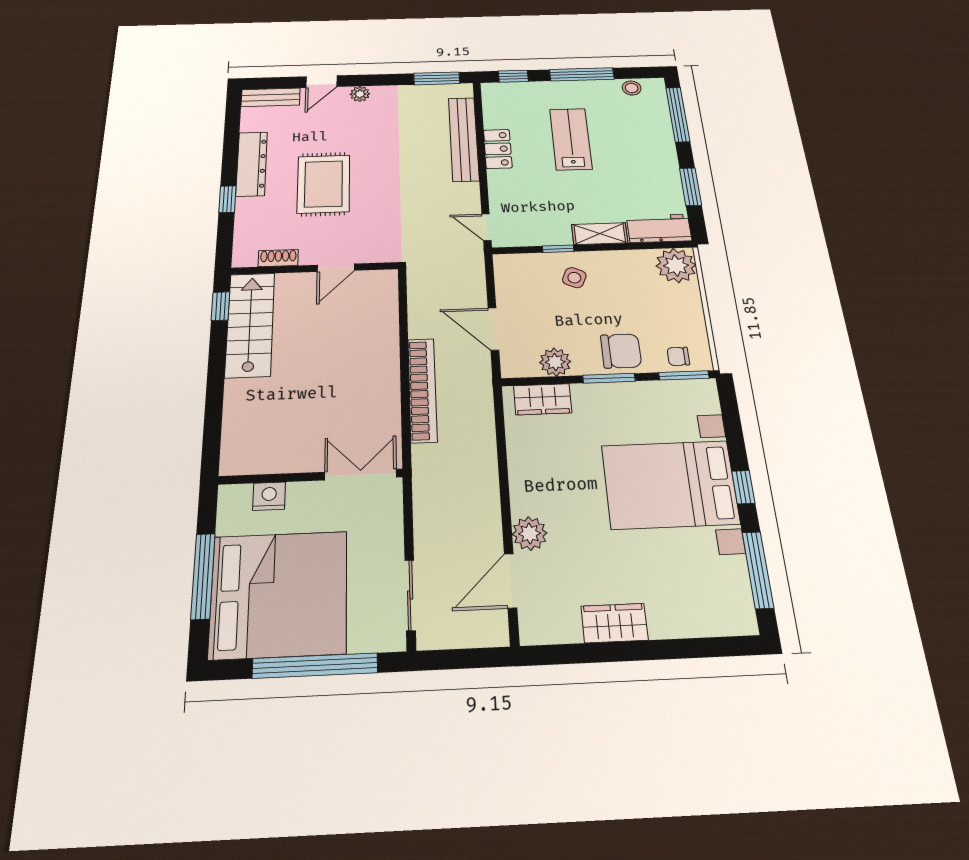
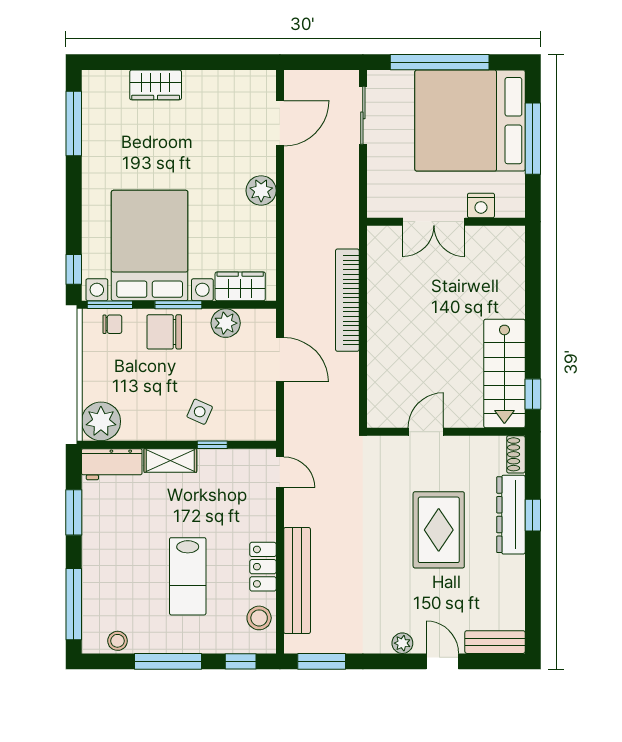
door: (322, 82) -> (442, 661), hinge flipped
stool: (499, 109) -> (259, 618), added
dresser: (252, 164) -> (511, 515), moved
shoe rack: (278, 258) -> (516, 454), moved, turned 90
double door: (361, 475) -> (434, 222), moved
bed with nightstands: (670, 485) -> (150, 246), moved, turned -90
window: (743, 487) -> (74, 269), moved
plant: (530, 534) -> (261, 191), moved
wardrobe: (614, 623) -> (156, 85), moved

